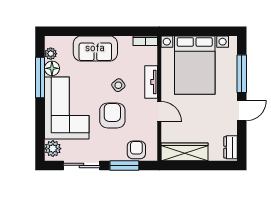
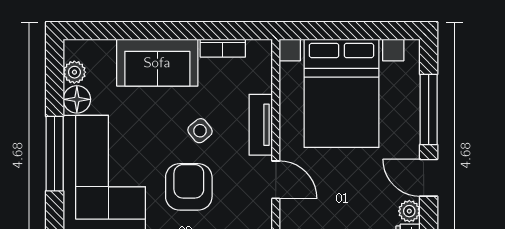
bookcase: (145, 41) -> (223, 48), moved
window: (40, 77) -> (55, 154), moved
door: (242, 111) -> (429, 178), swing flipped
plant: (231, 129) -> (409, 211), added

